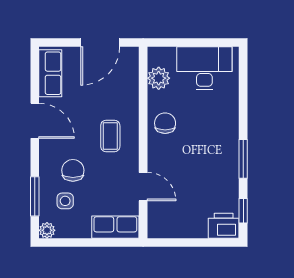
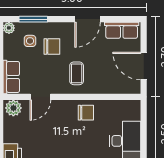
plant: (159, 78) -> (13, 108), moved
coffee table: (110, 136) -> (77, 73), turned 90

